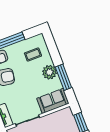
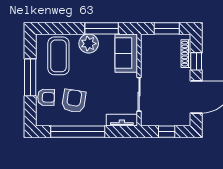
coffee table: (33, 54) -> (58, 56), width x1.86, depth x1.72

